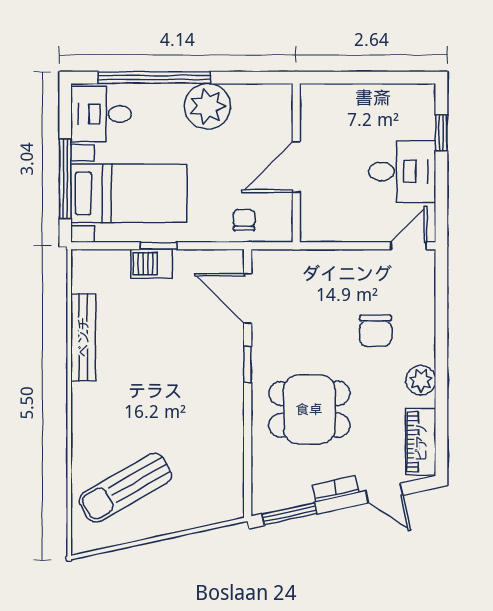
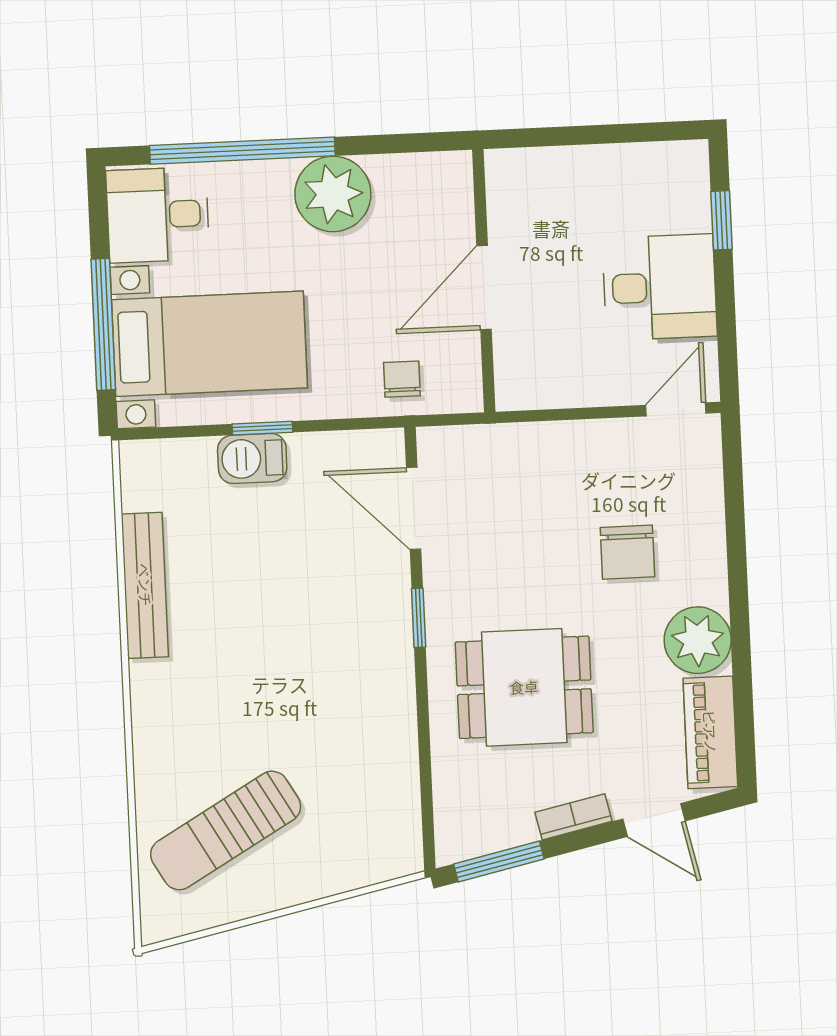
plant: (421, 380) -> (698, 640), width x1.36, depth x1.36

